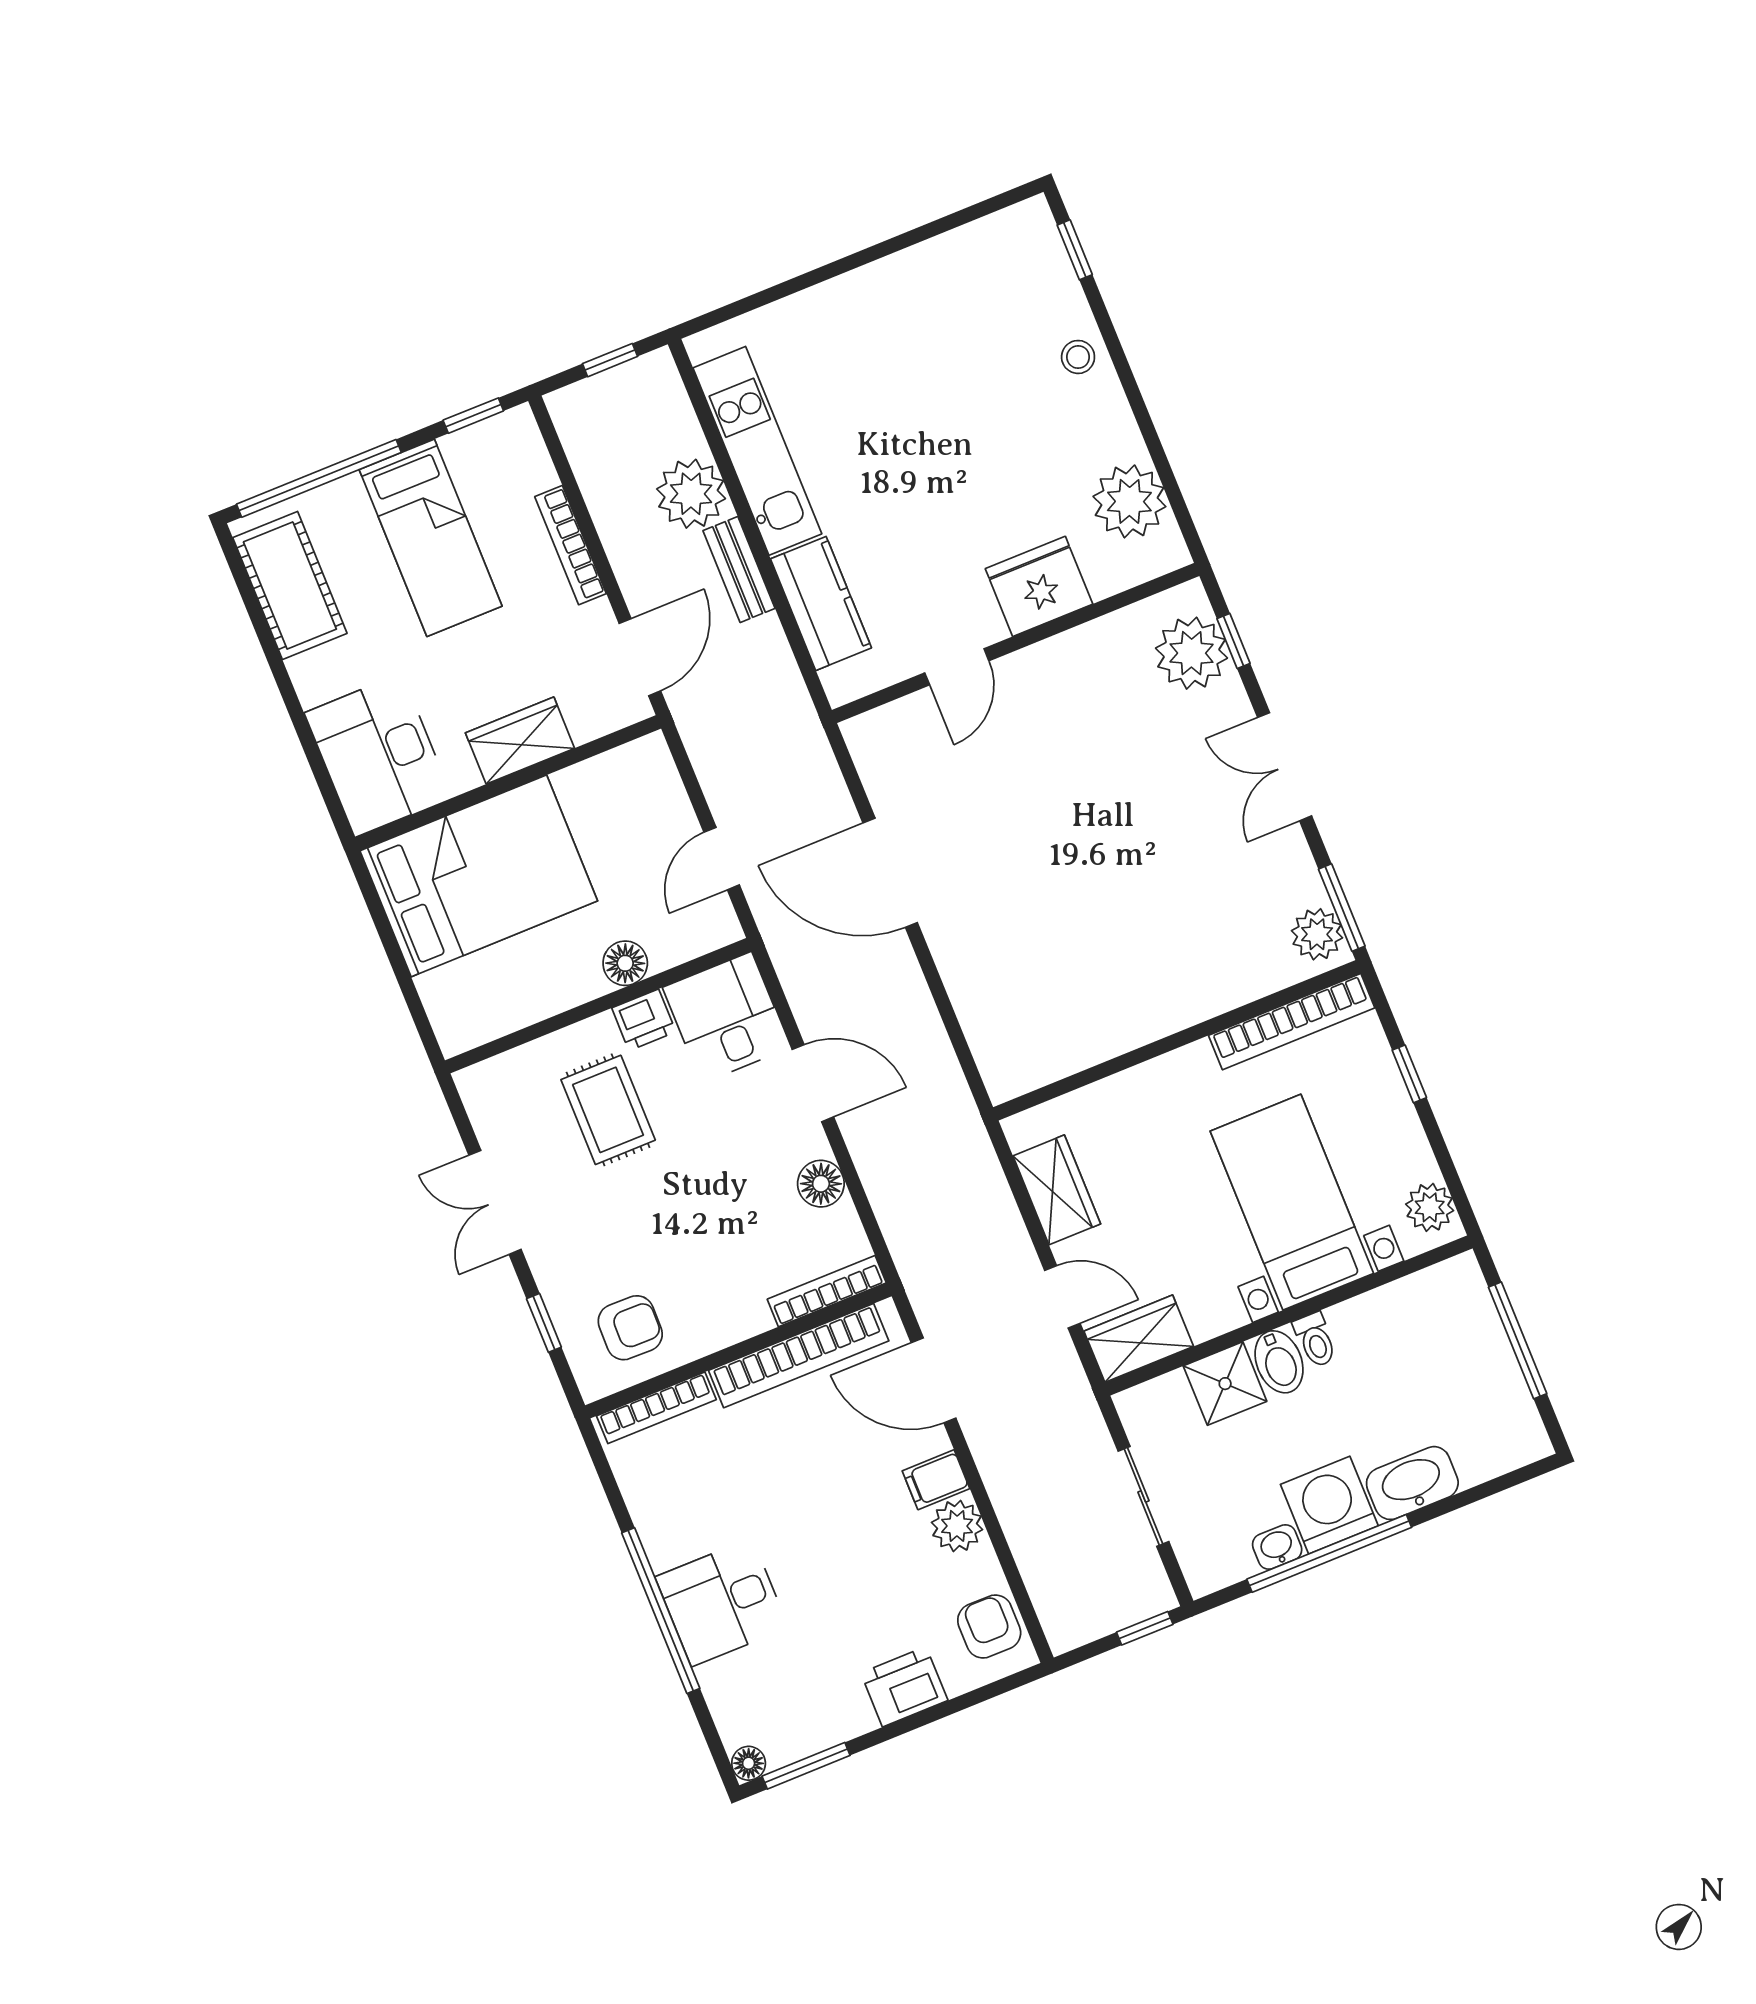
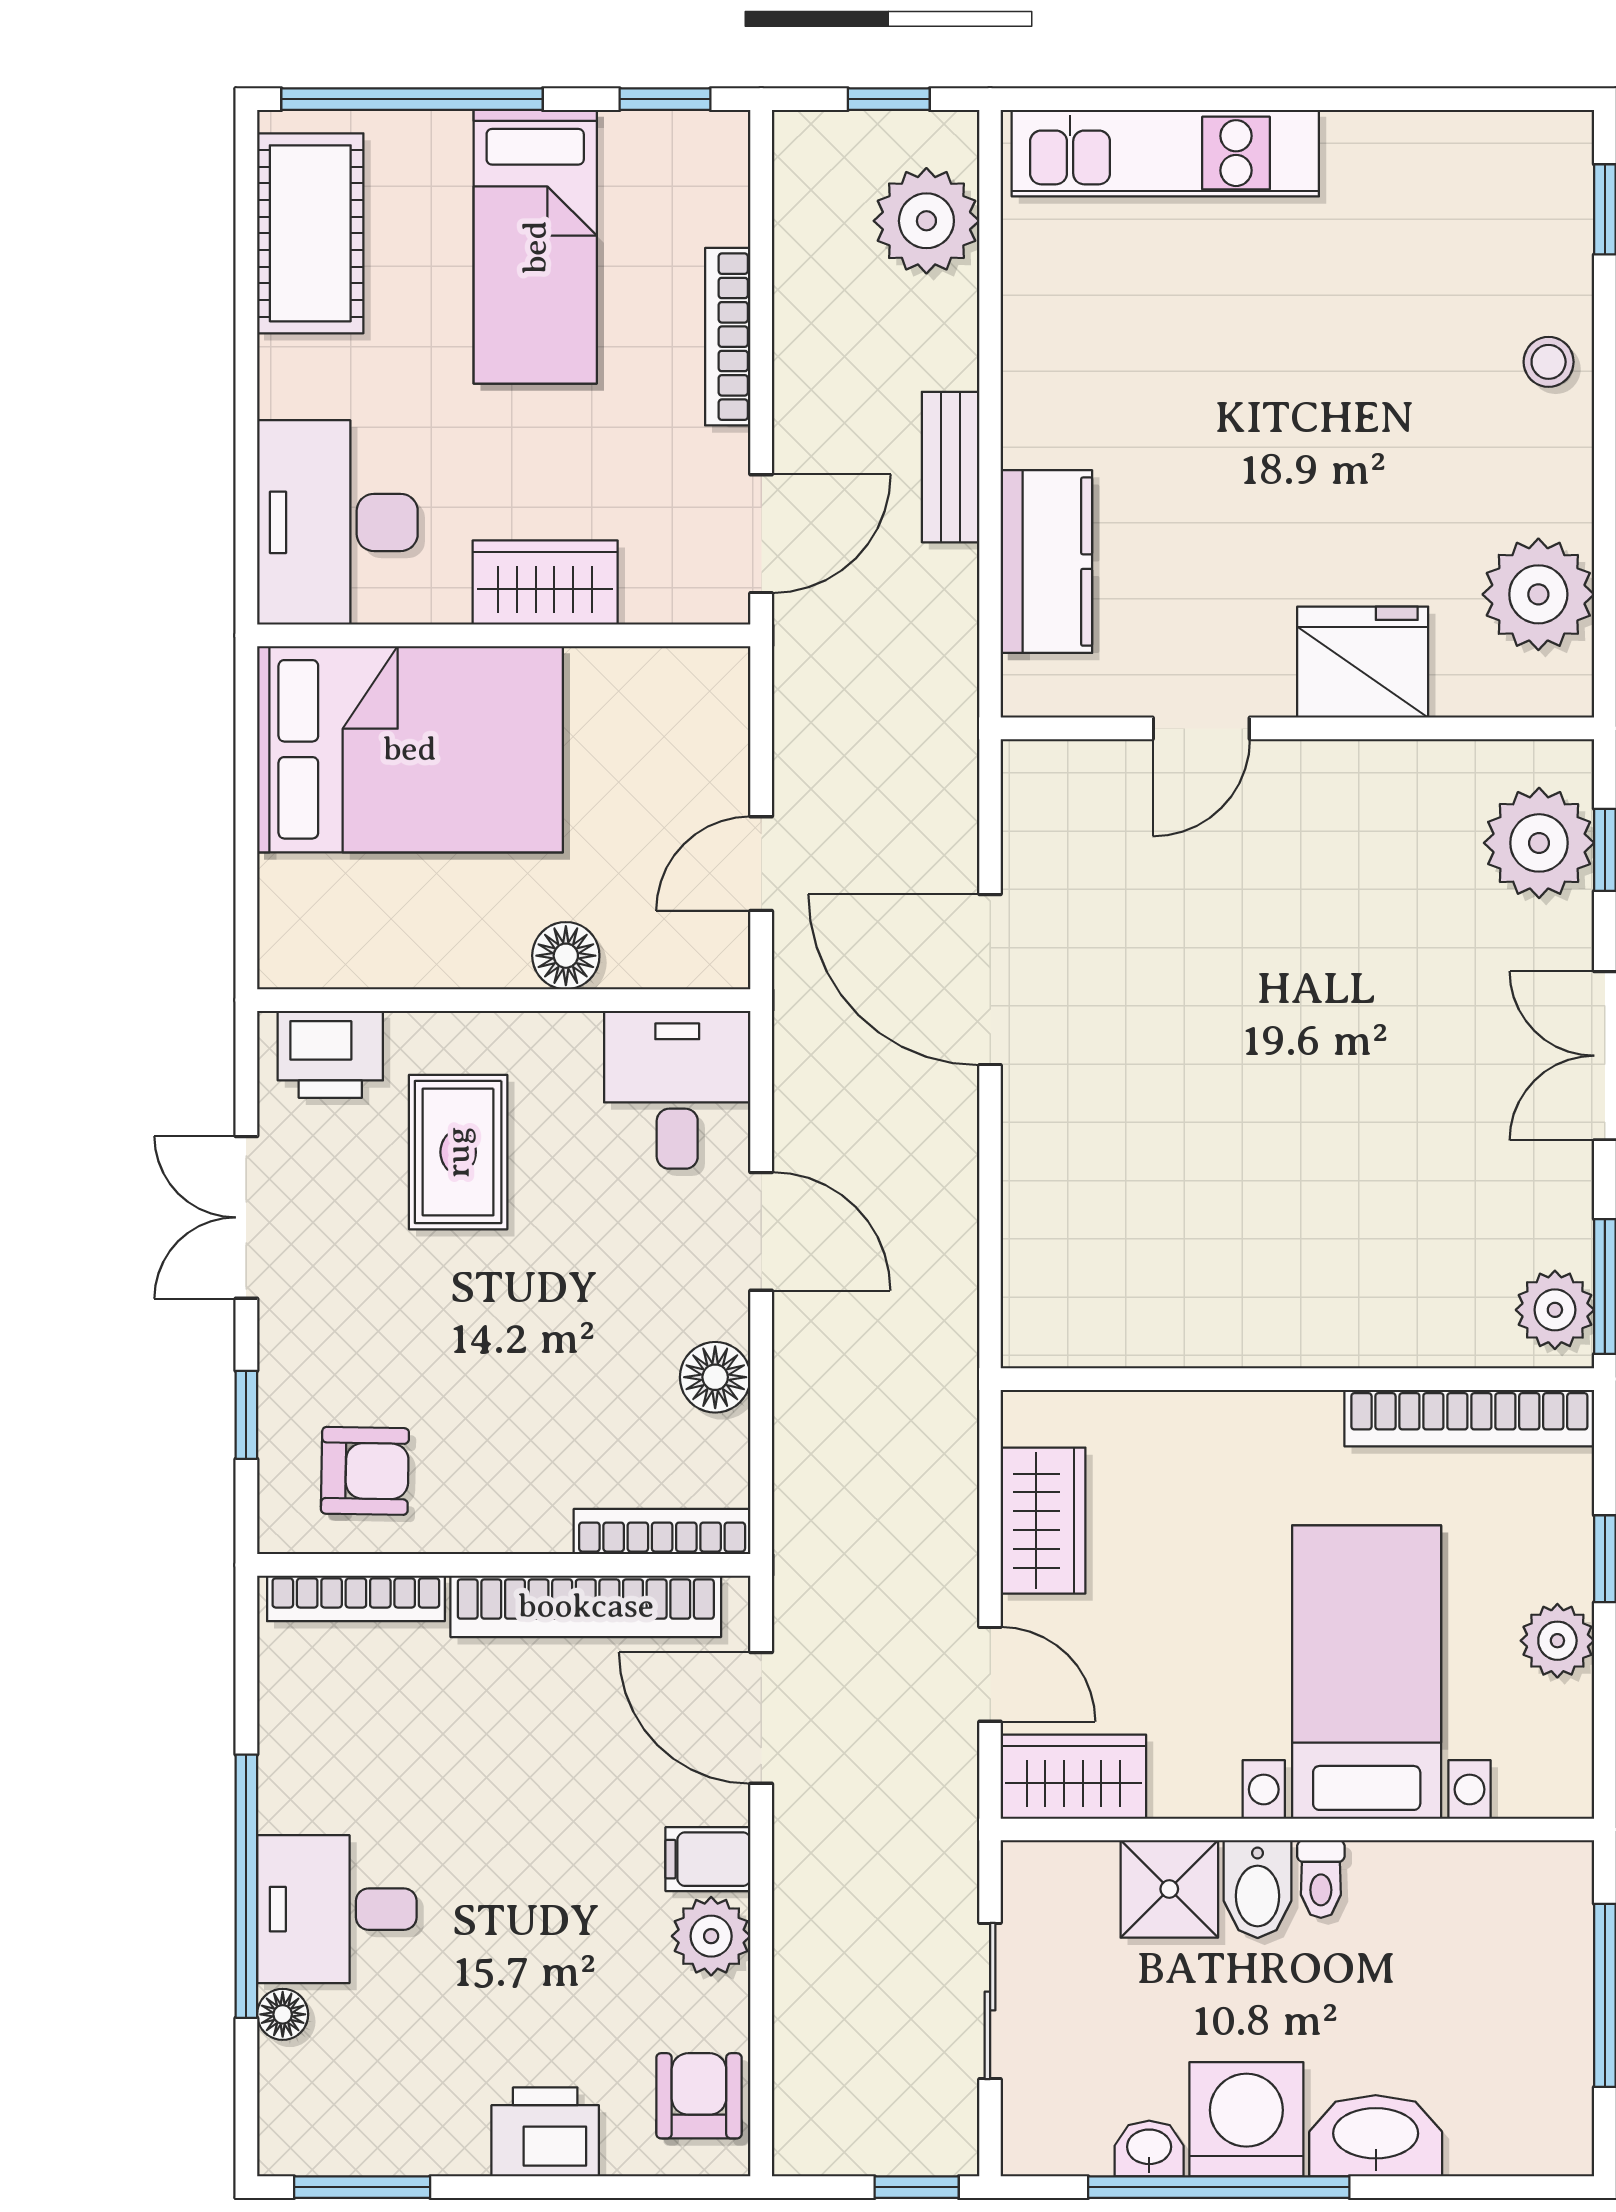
kitchen unit: (757, 451) -> (1165, 153), moved, turned 90
plant: (691, 494) -> (926, 221), moved
printer: (644, 1020) -> (330, 1054), moved, width x1.36, depth x1.24
plant: (1430, 1207) -> (1557, 1641), moved
floor lamp: (749, 1763) -> (283, 2014), moved

